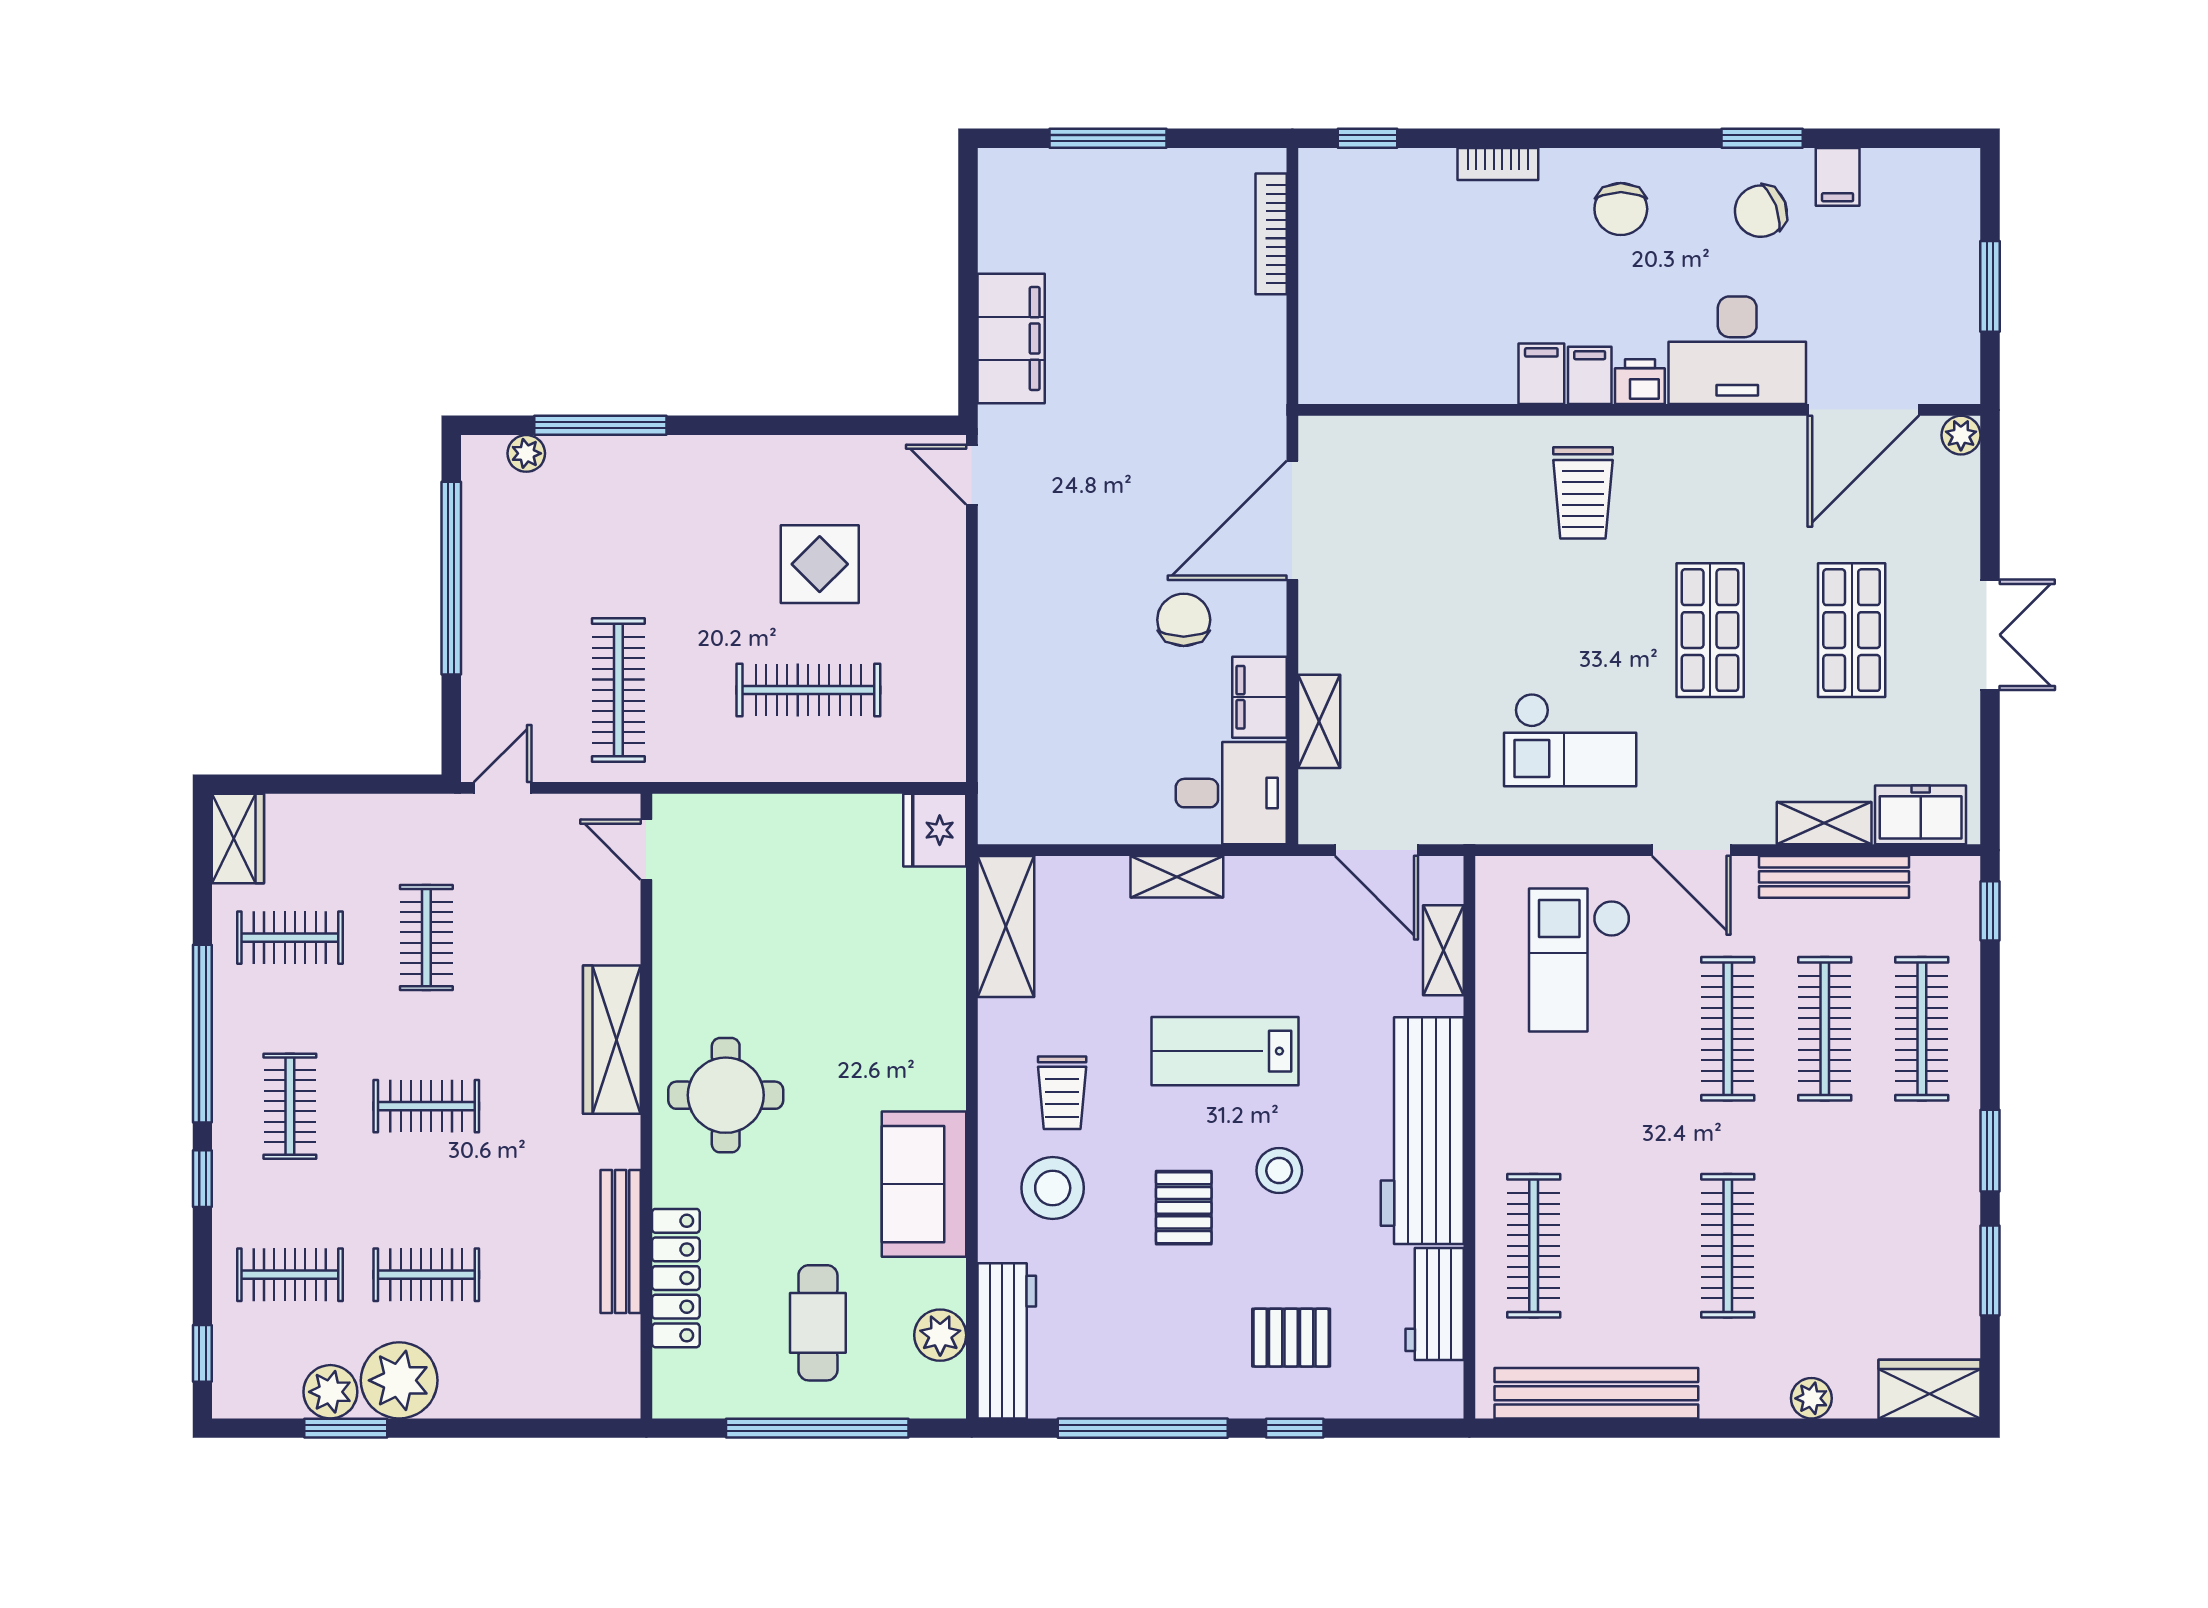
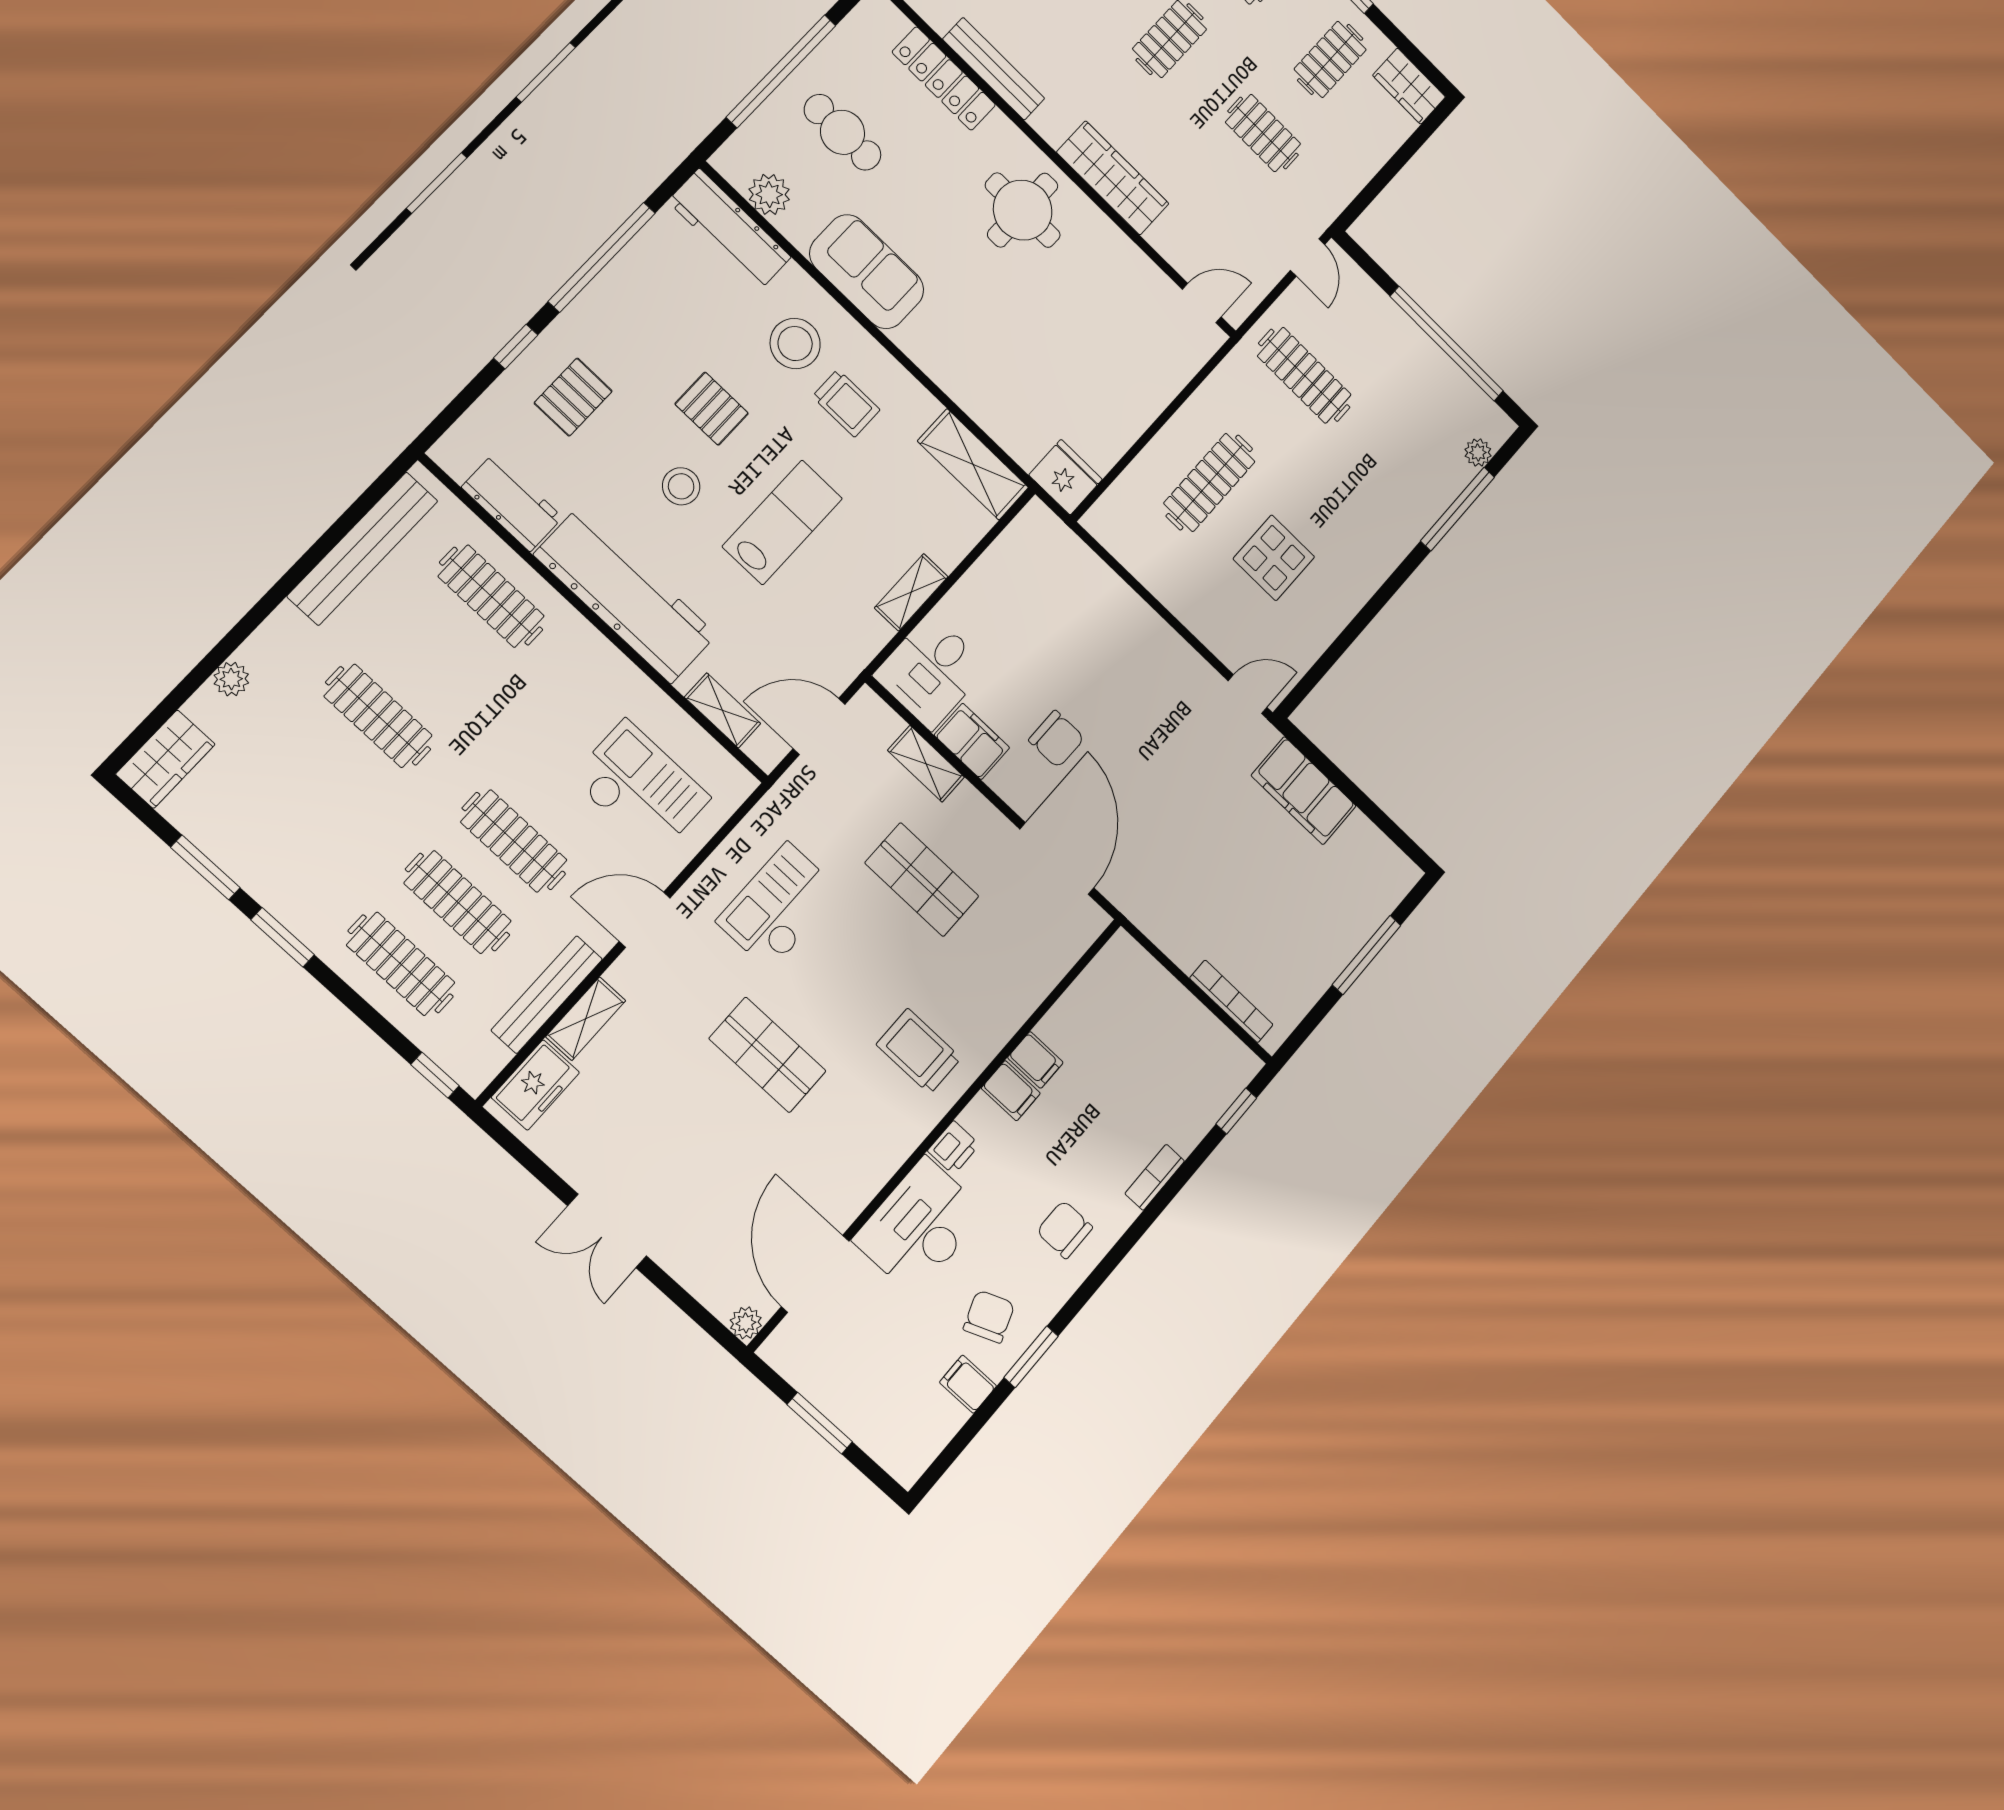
filing cabinet: (1590, 375) -> (1035, 1060), moved
shop shelf: (1852, 630) -> (922, 880), moved
trolley: (1062, 1093) -> (846, 403), turned 180

